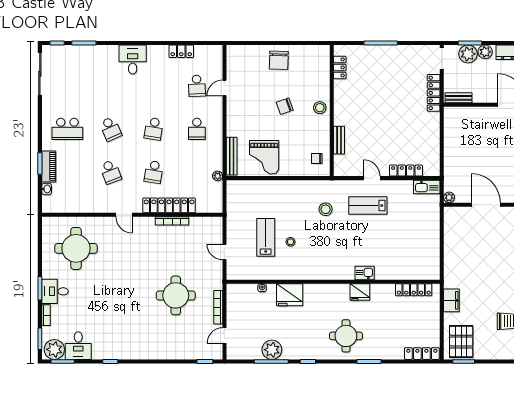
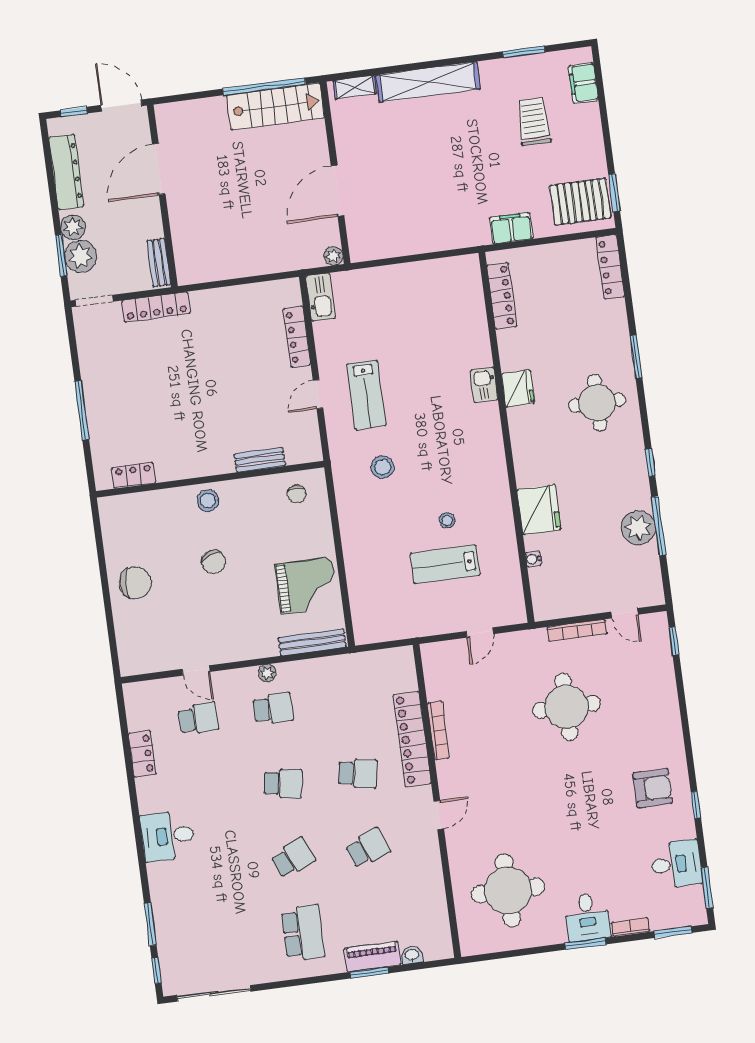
plant: (218, 176) -> (267, 673), moved
armchair: (123, 338) -> (653, 788), added
plant: (54, 349) -> (688, 905), removed

